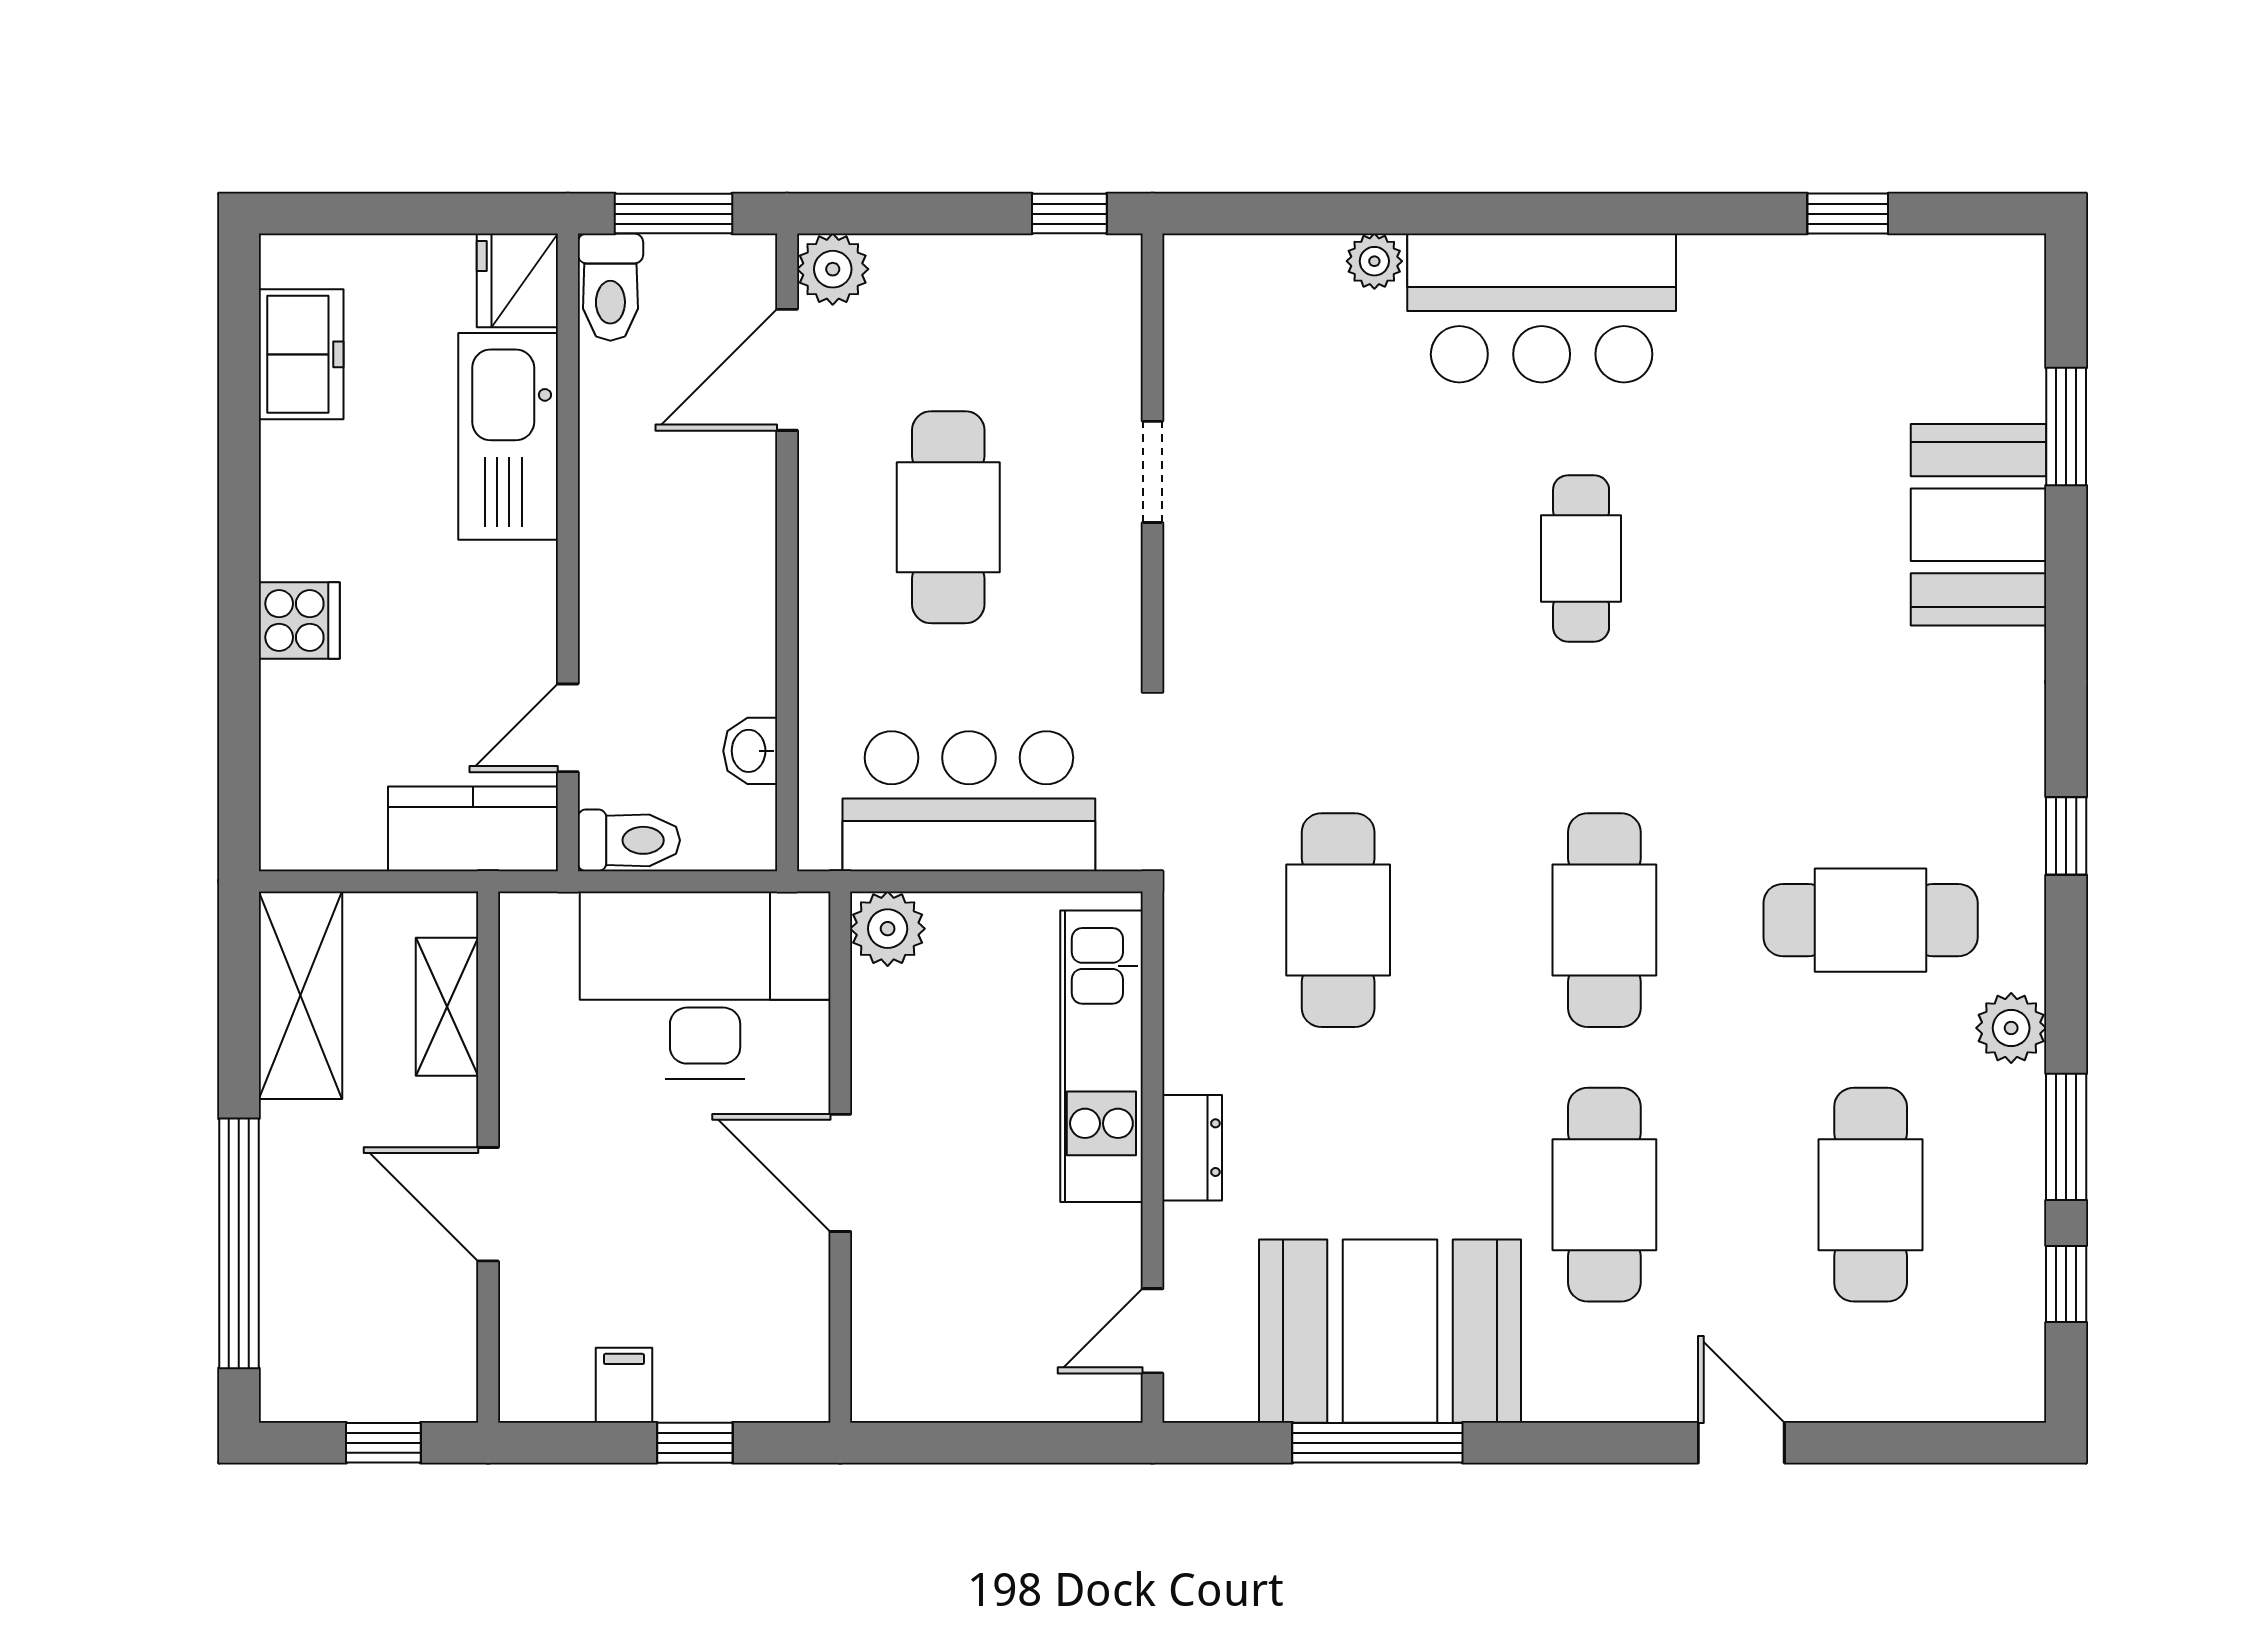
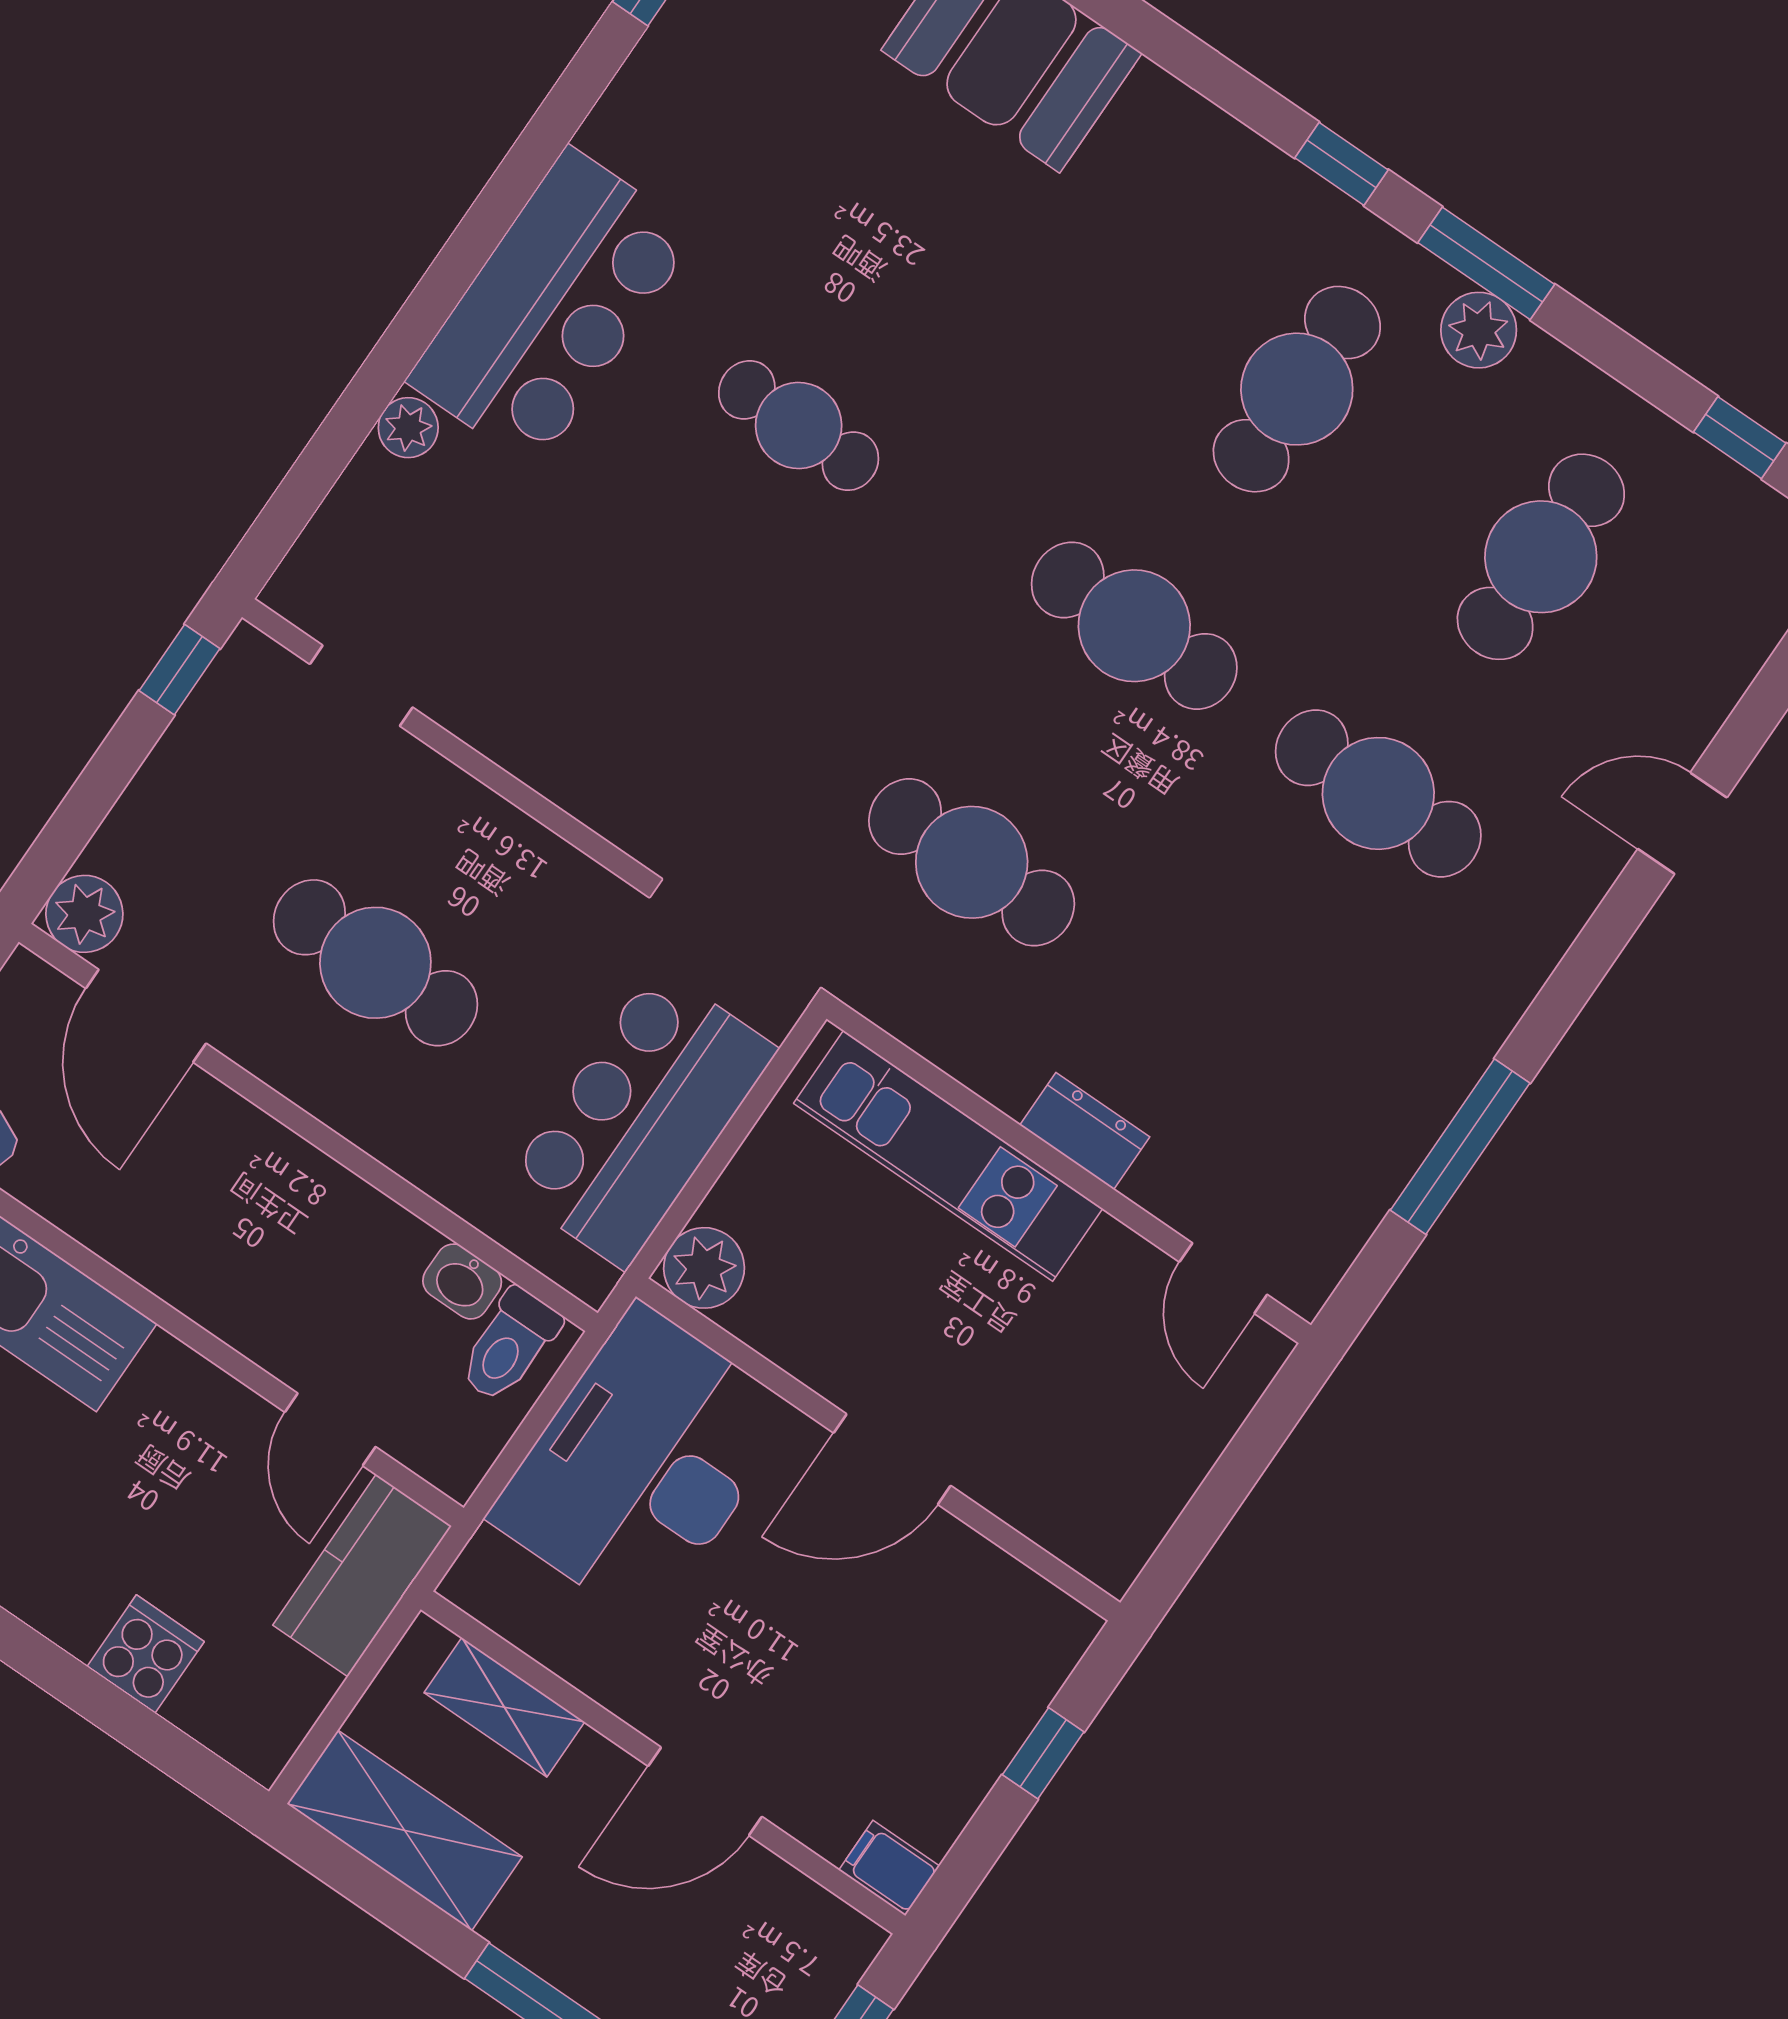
doorway: (1153, 472) -> (361, 686), moved
cooker: (299, 620) -> (146, 1654), moved
toilet: (629, 840) -> (509, 1345), moved, turned 180
window: (2066, 1137) -> (1486, 263), moved
cafe table: (1871, 1195) -> (1541, 557), turned 90
booth: (1390, 1331) -> (1369, 1067), removed
filing cabinet: (624, 1385) -> (889, 1868), moved

